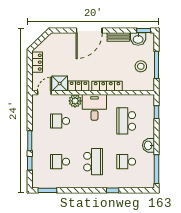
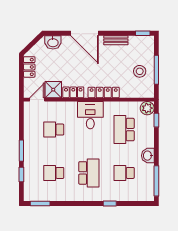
door: (89, 31) -> (85, 33), hinge flipped
washbasin: (138, 39) -> (53, 42), moved
plant: (75, 101) -> (147, 108), moved

